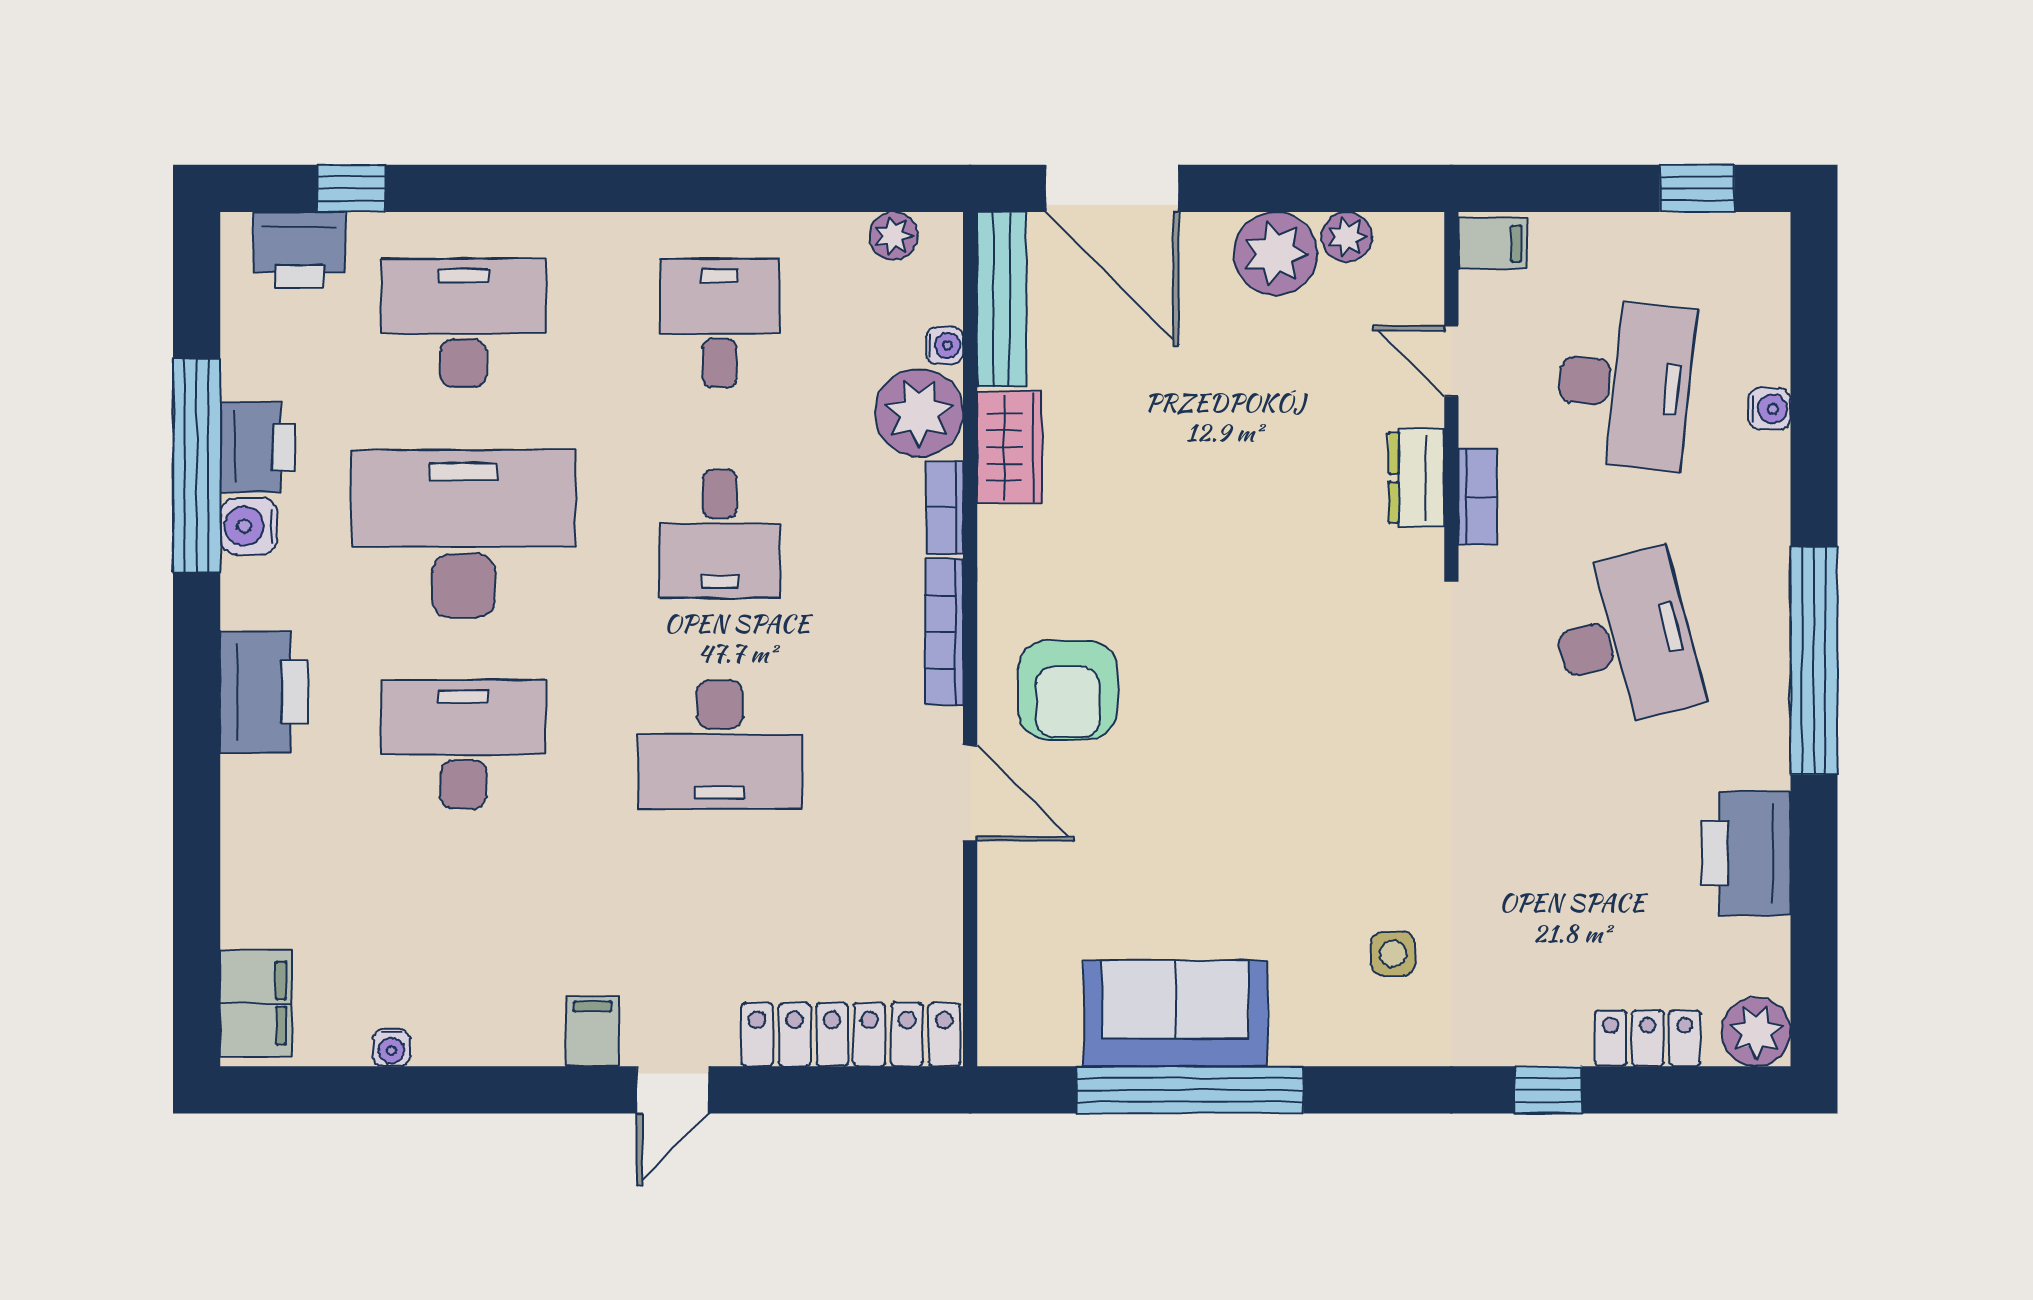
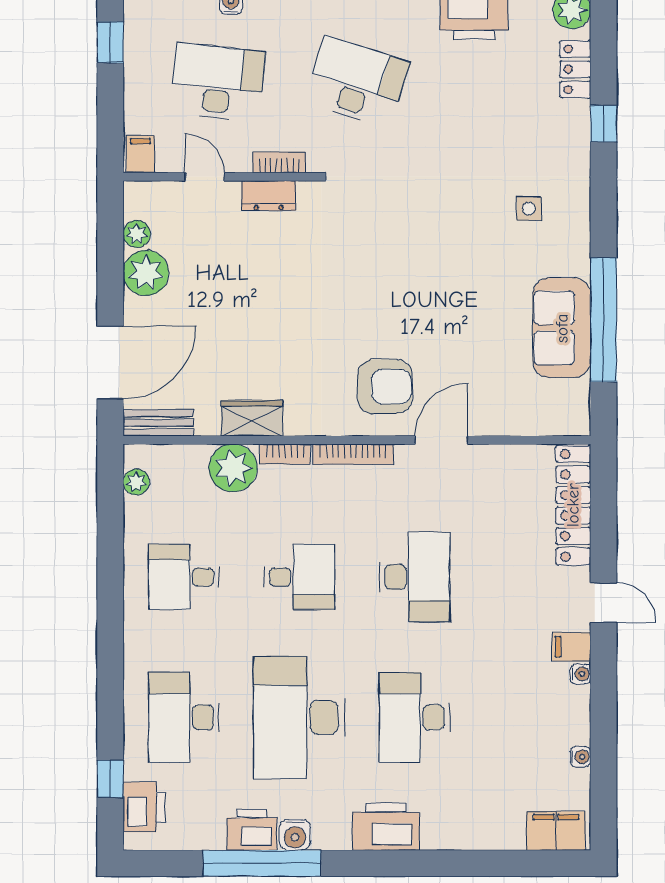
bench: (1002, 299) -> (158, 423), width x0.73
water cooler: (945, 345) -> (581, 674), moved, turned 90
door: (1451, 361) -> (205, 177), swing flipped
desk: (1624, 639) -> (357, 82), turned 33

